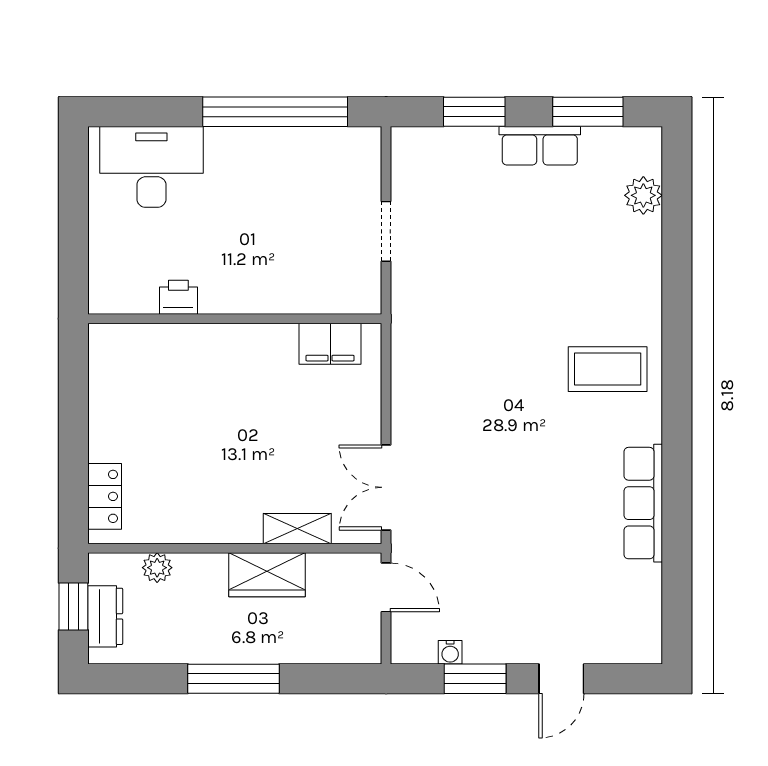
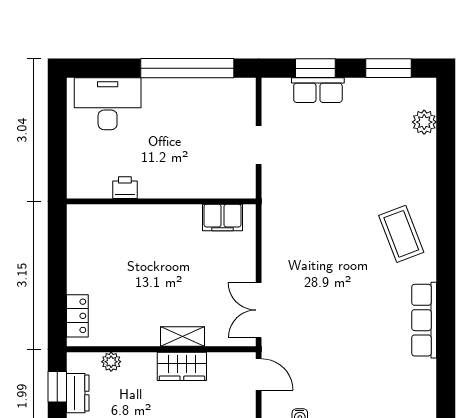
row of seats: (540, 146) -> (318, 90), moved
coffee table: (608, 369) -> (401, 234), turned 69
shelving: (297, 529) -> (183, 337), moved

